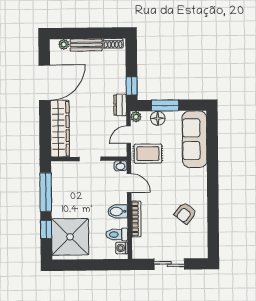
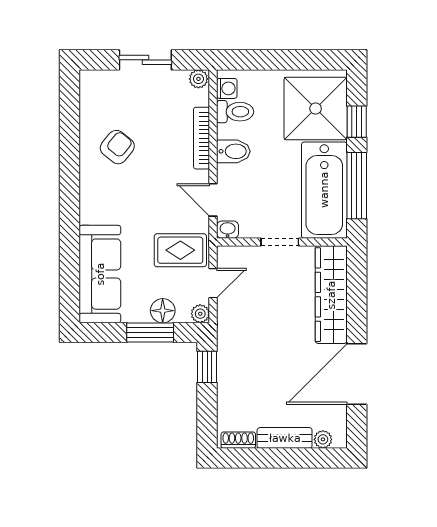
dresser: (120, 105) -> (227, 334), removed
bathtub: (64, 189) -> (324, 190), added
plant: (138, 253) -> (198, 79), added

